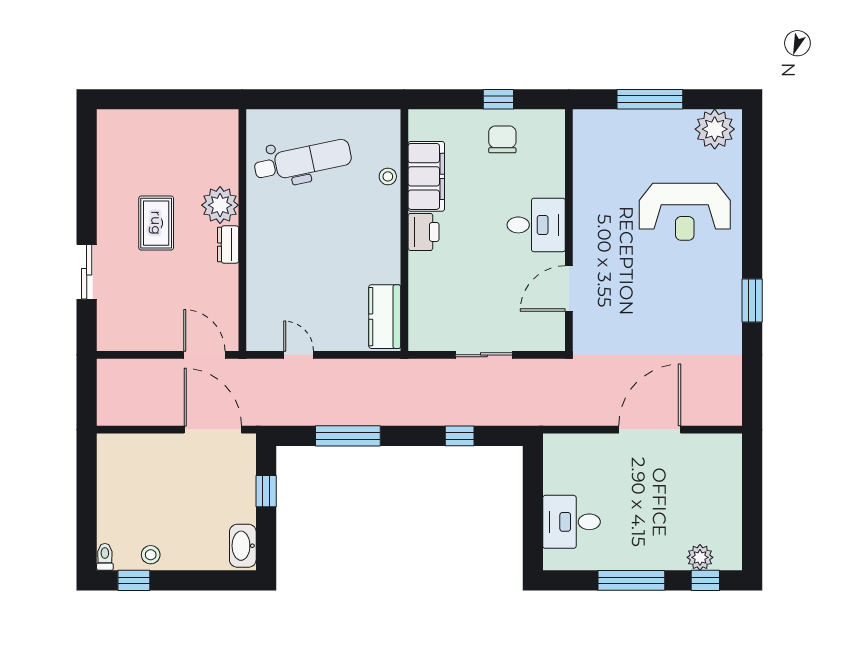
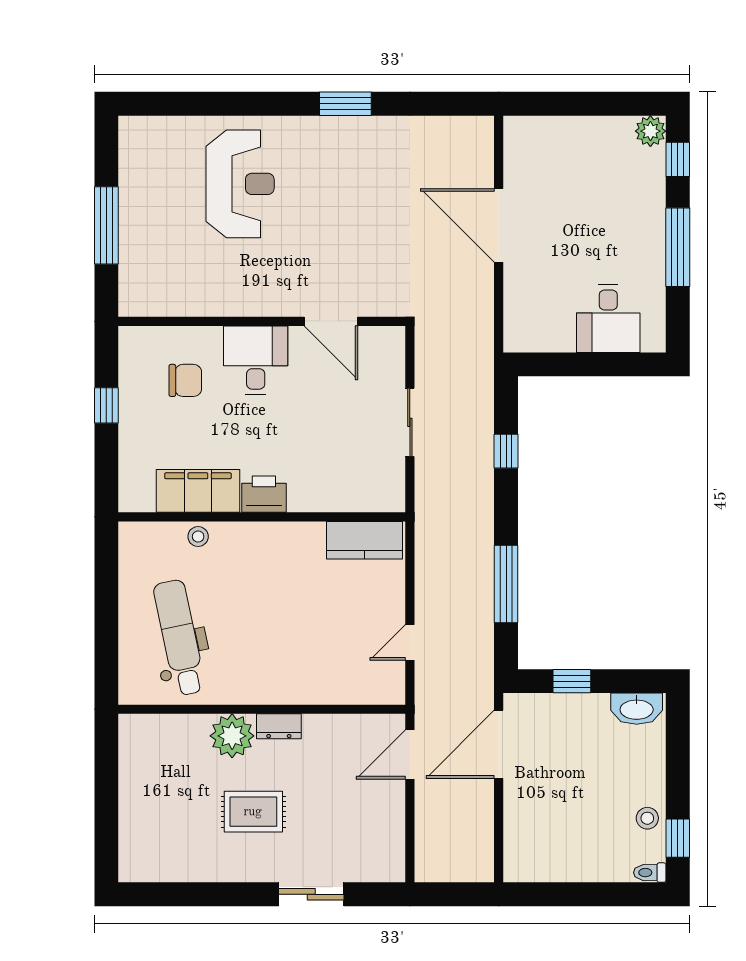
plant: (715, 129) -> (142, 148), removed
chair: (502, 139) -> (185, 380), moved, turned 180
plant: (700, 557) -> (650, 131), moved

